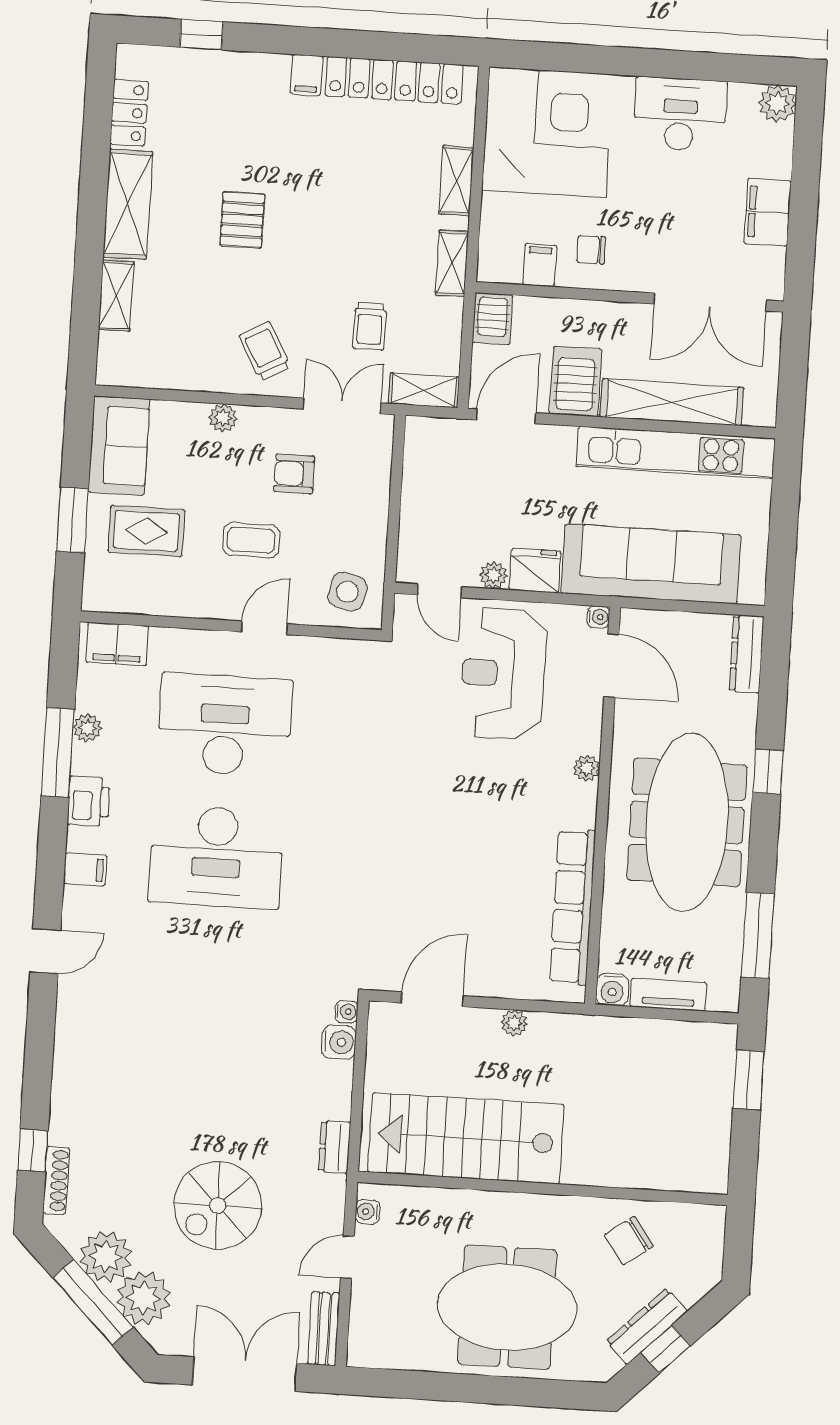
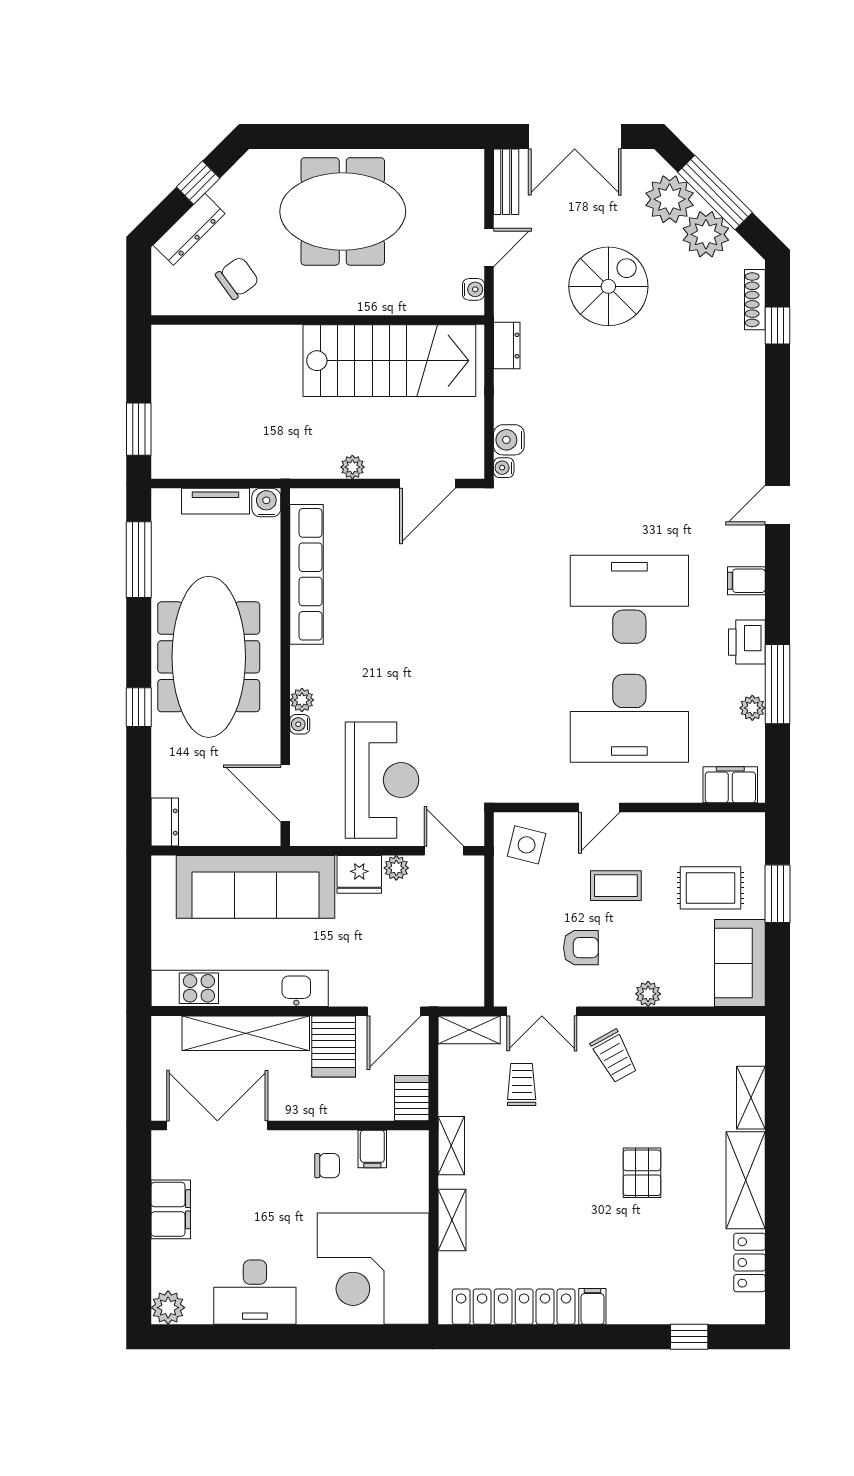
water cooler: (598, 617) -> (300, 724), moved
dresser: (747, 654) -> (165, 822), width x0.70
dresser: (647, 1326) -> (189, 229), moved

